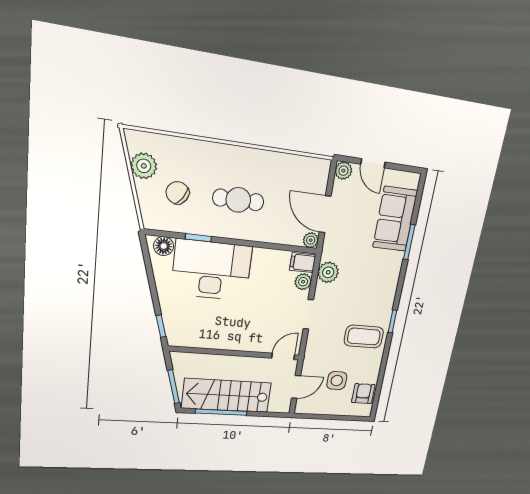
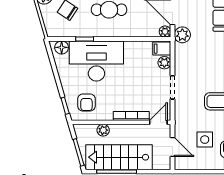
plant: (328, 272) -> (182, 35), moved
armchair: (191, 324) -> (86, 102), added
bookcase: (249, 346) -> (131, 116), added
plant: (210, 361) -> (103, 130), added
door: (296, 387) -> (172, 147), hinge flipped

